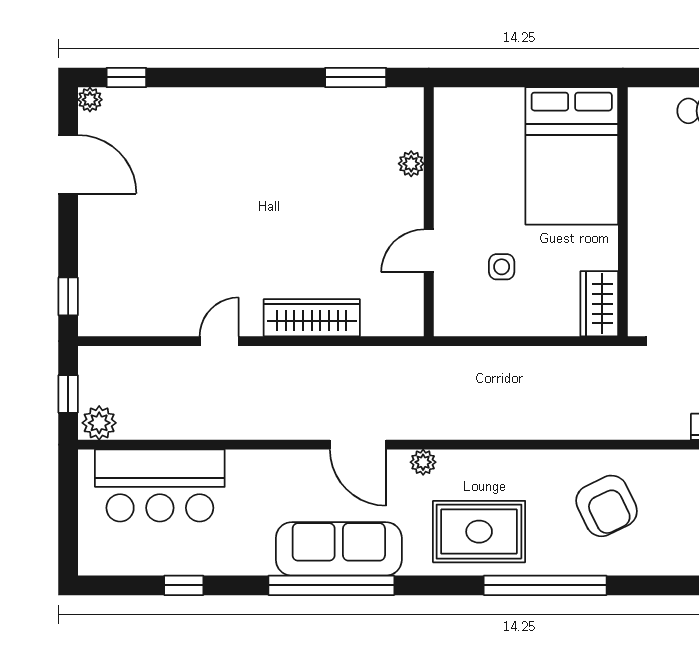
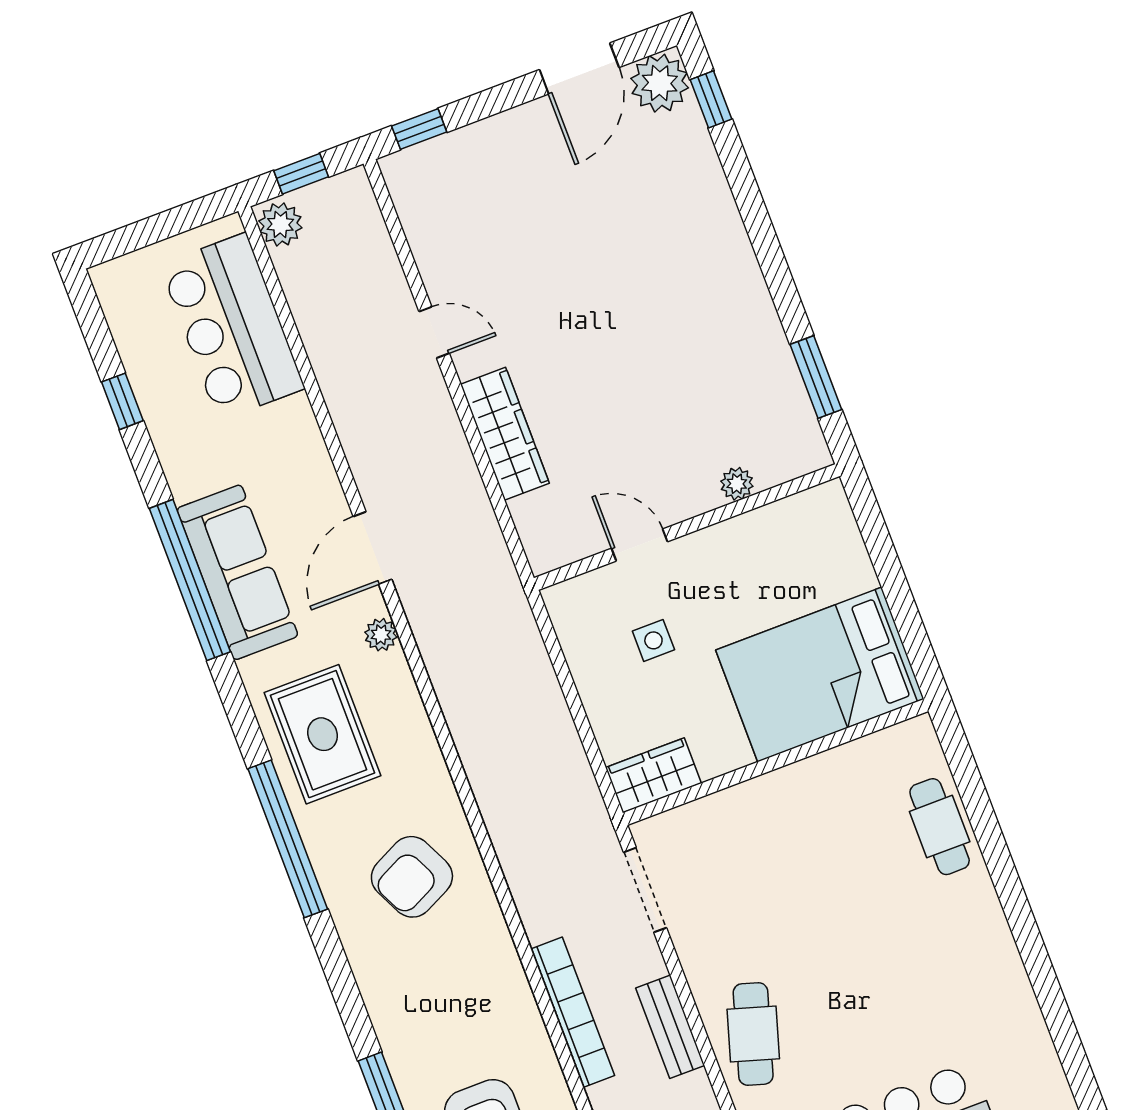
plant: (90, 100) -> (660, 83), width x1.88, depth x1.88

